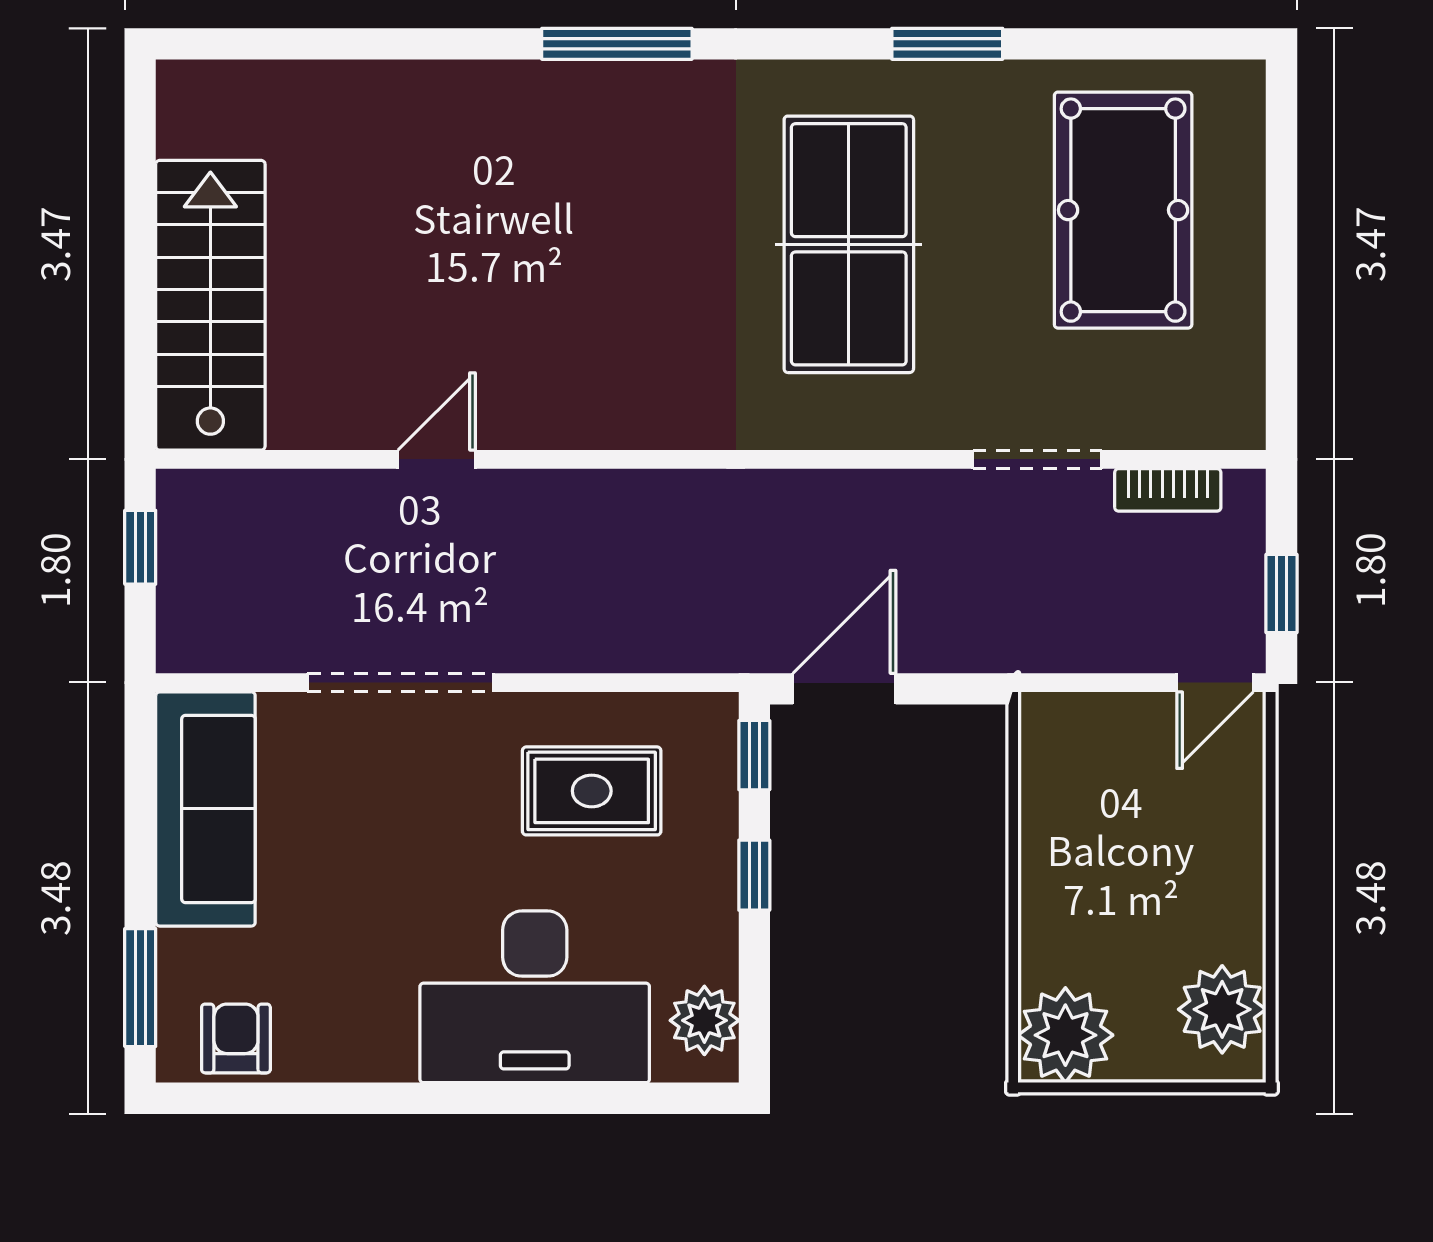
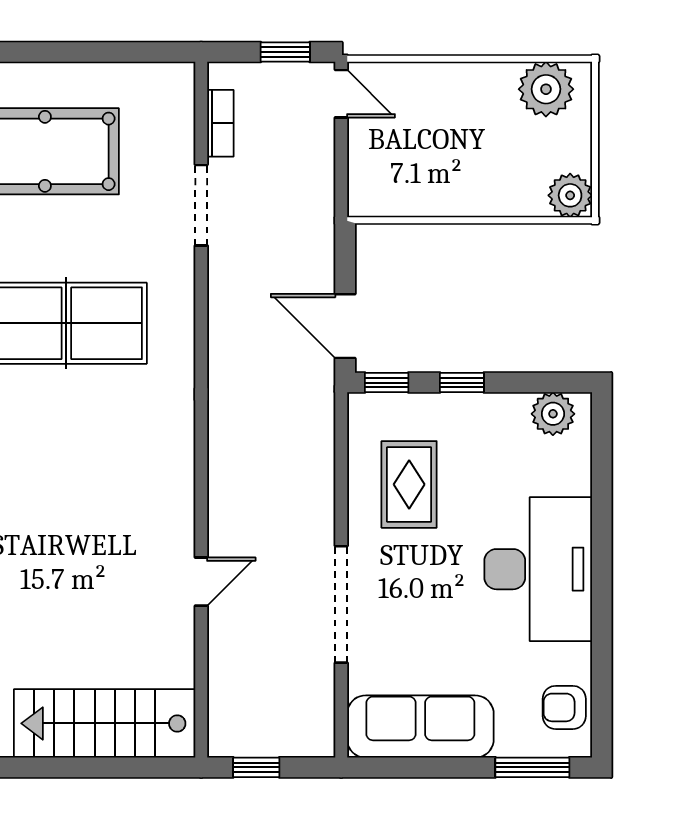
door: (437, 459) -> (201, 582), swing flipped
desk: (535, 997) -> (538, 569), moved
plant: (1065, 1035) -> (570, 195), width x0.73, depth x0.73

